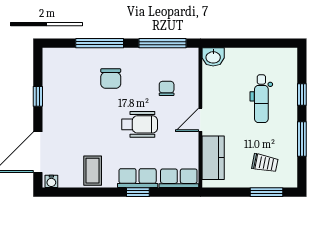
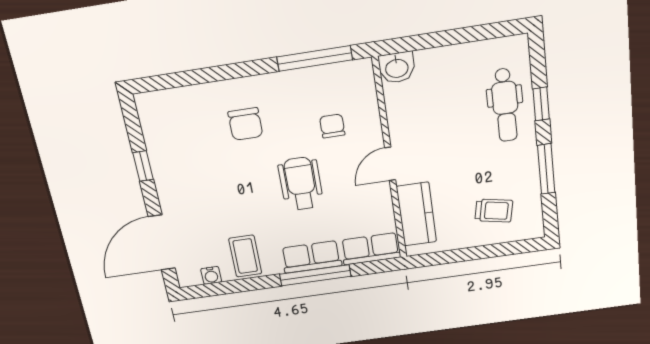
window: (100, 43) -> (218, 73), removed
dental chair: (261, 99) -> (505, 105), moved
wheelchair: (140, 124) -> (301, 184), turned -90
water cooler: (51, 181) -> (211, 275), moved
window: (138, 192) -> (315, 275), width x2.17
window: (267, 192) -> (500, 250), removed

